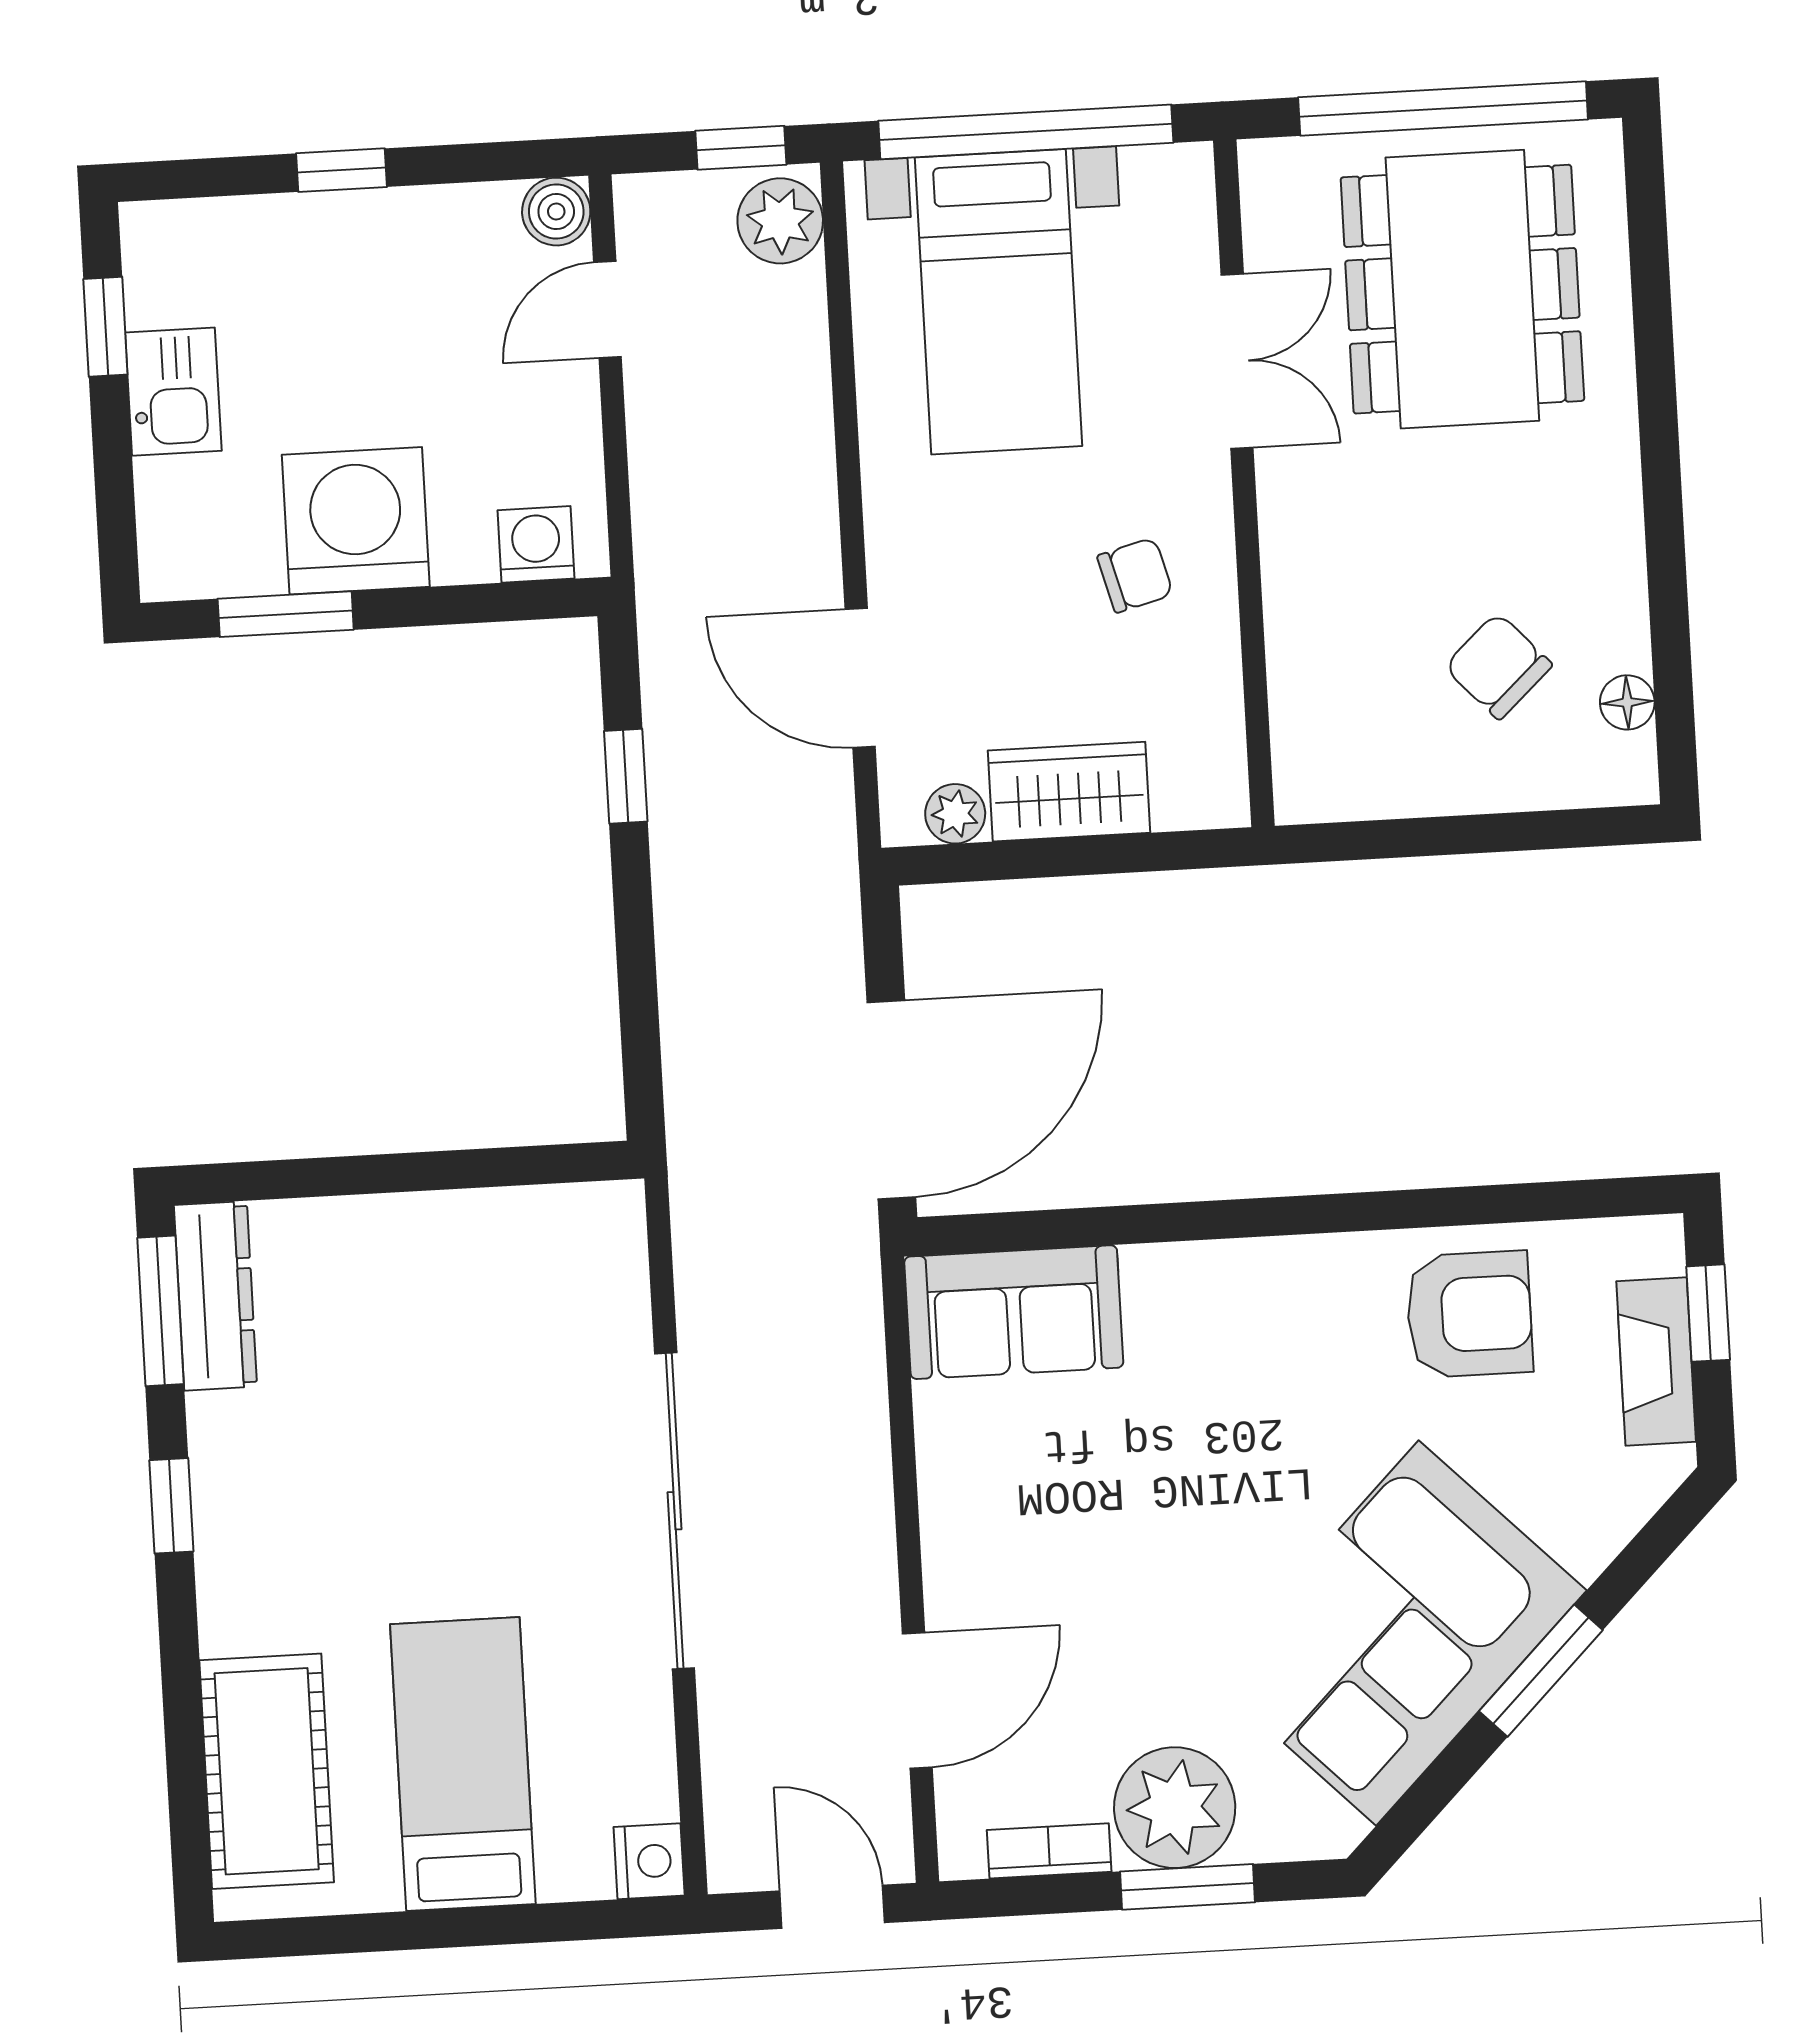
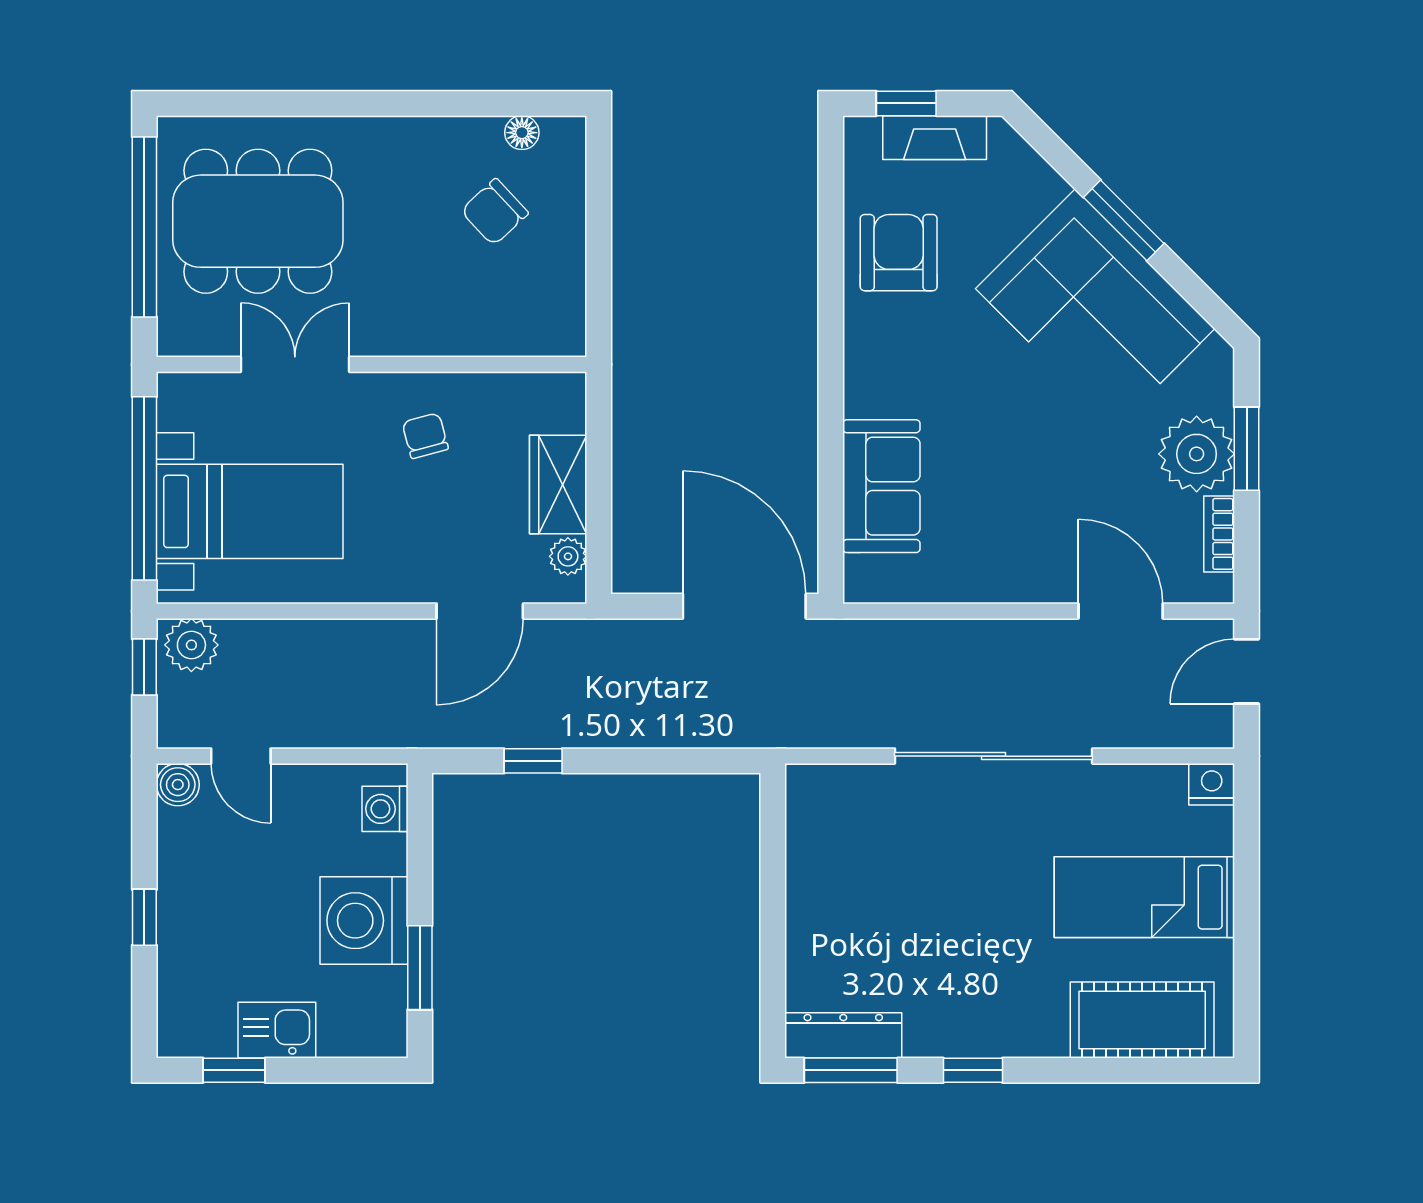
sofa: (1014, 1312) -> (881, 486), moved

